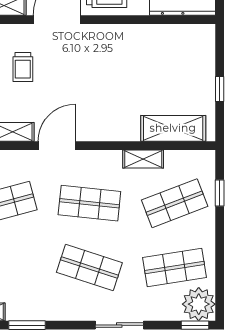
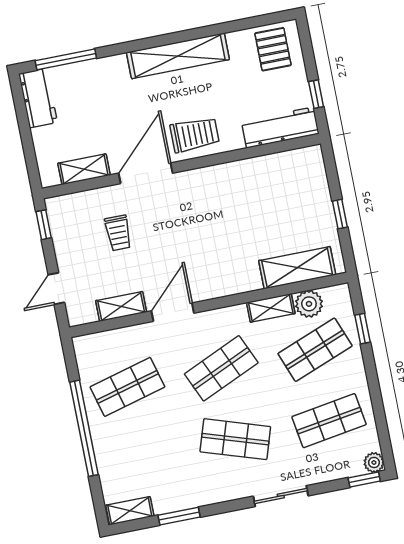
plant: (177, 162) -> (309, 304), added
shop shelf: (89, 203) -> (221, 368), turned -30
plant: (199, 304) -> (374, 462), width x0.53, depth x0.53

